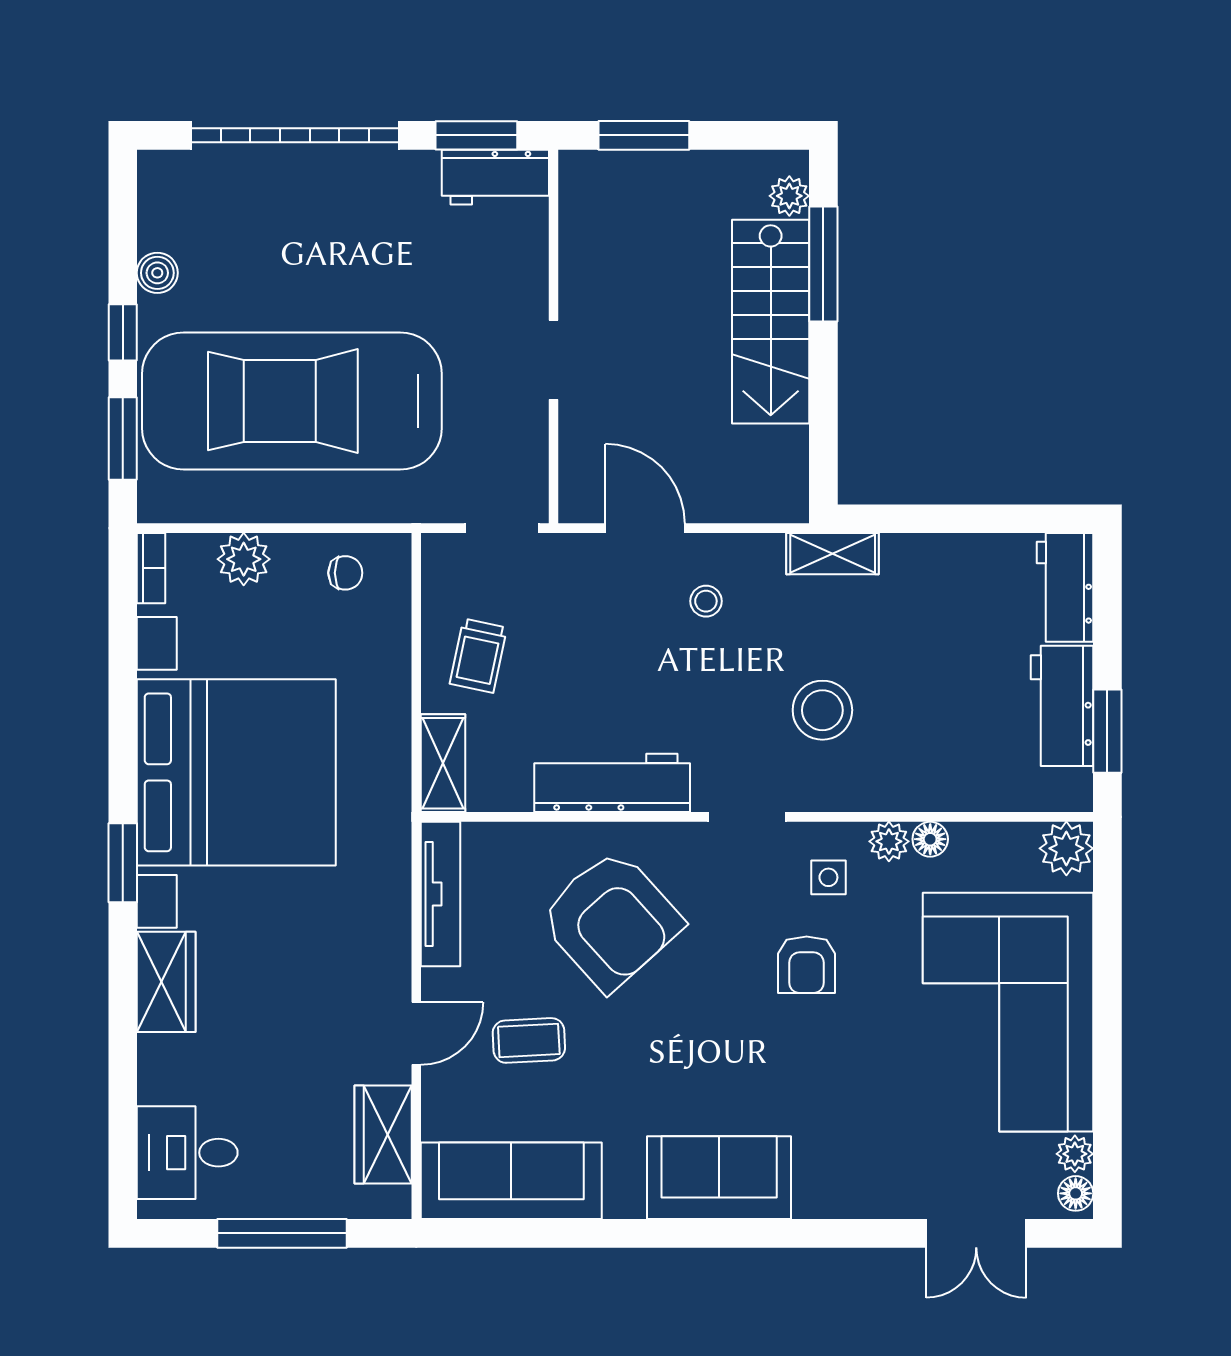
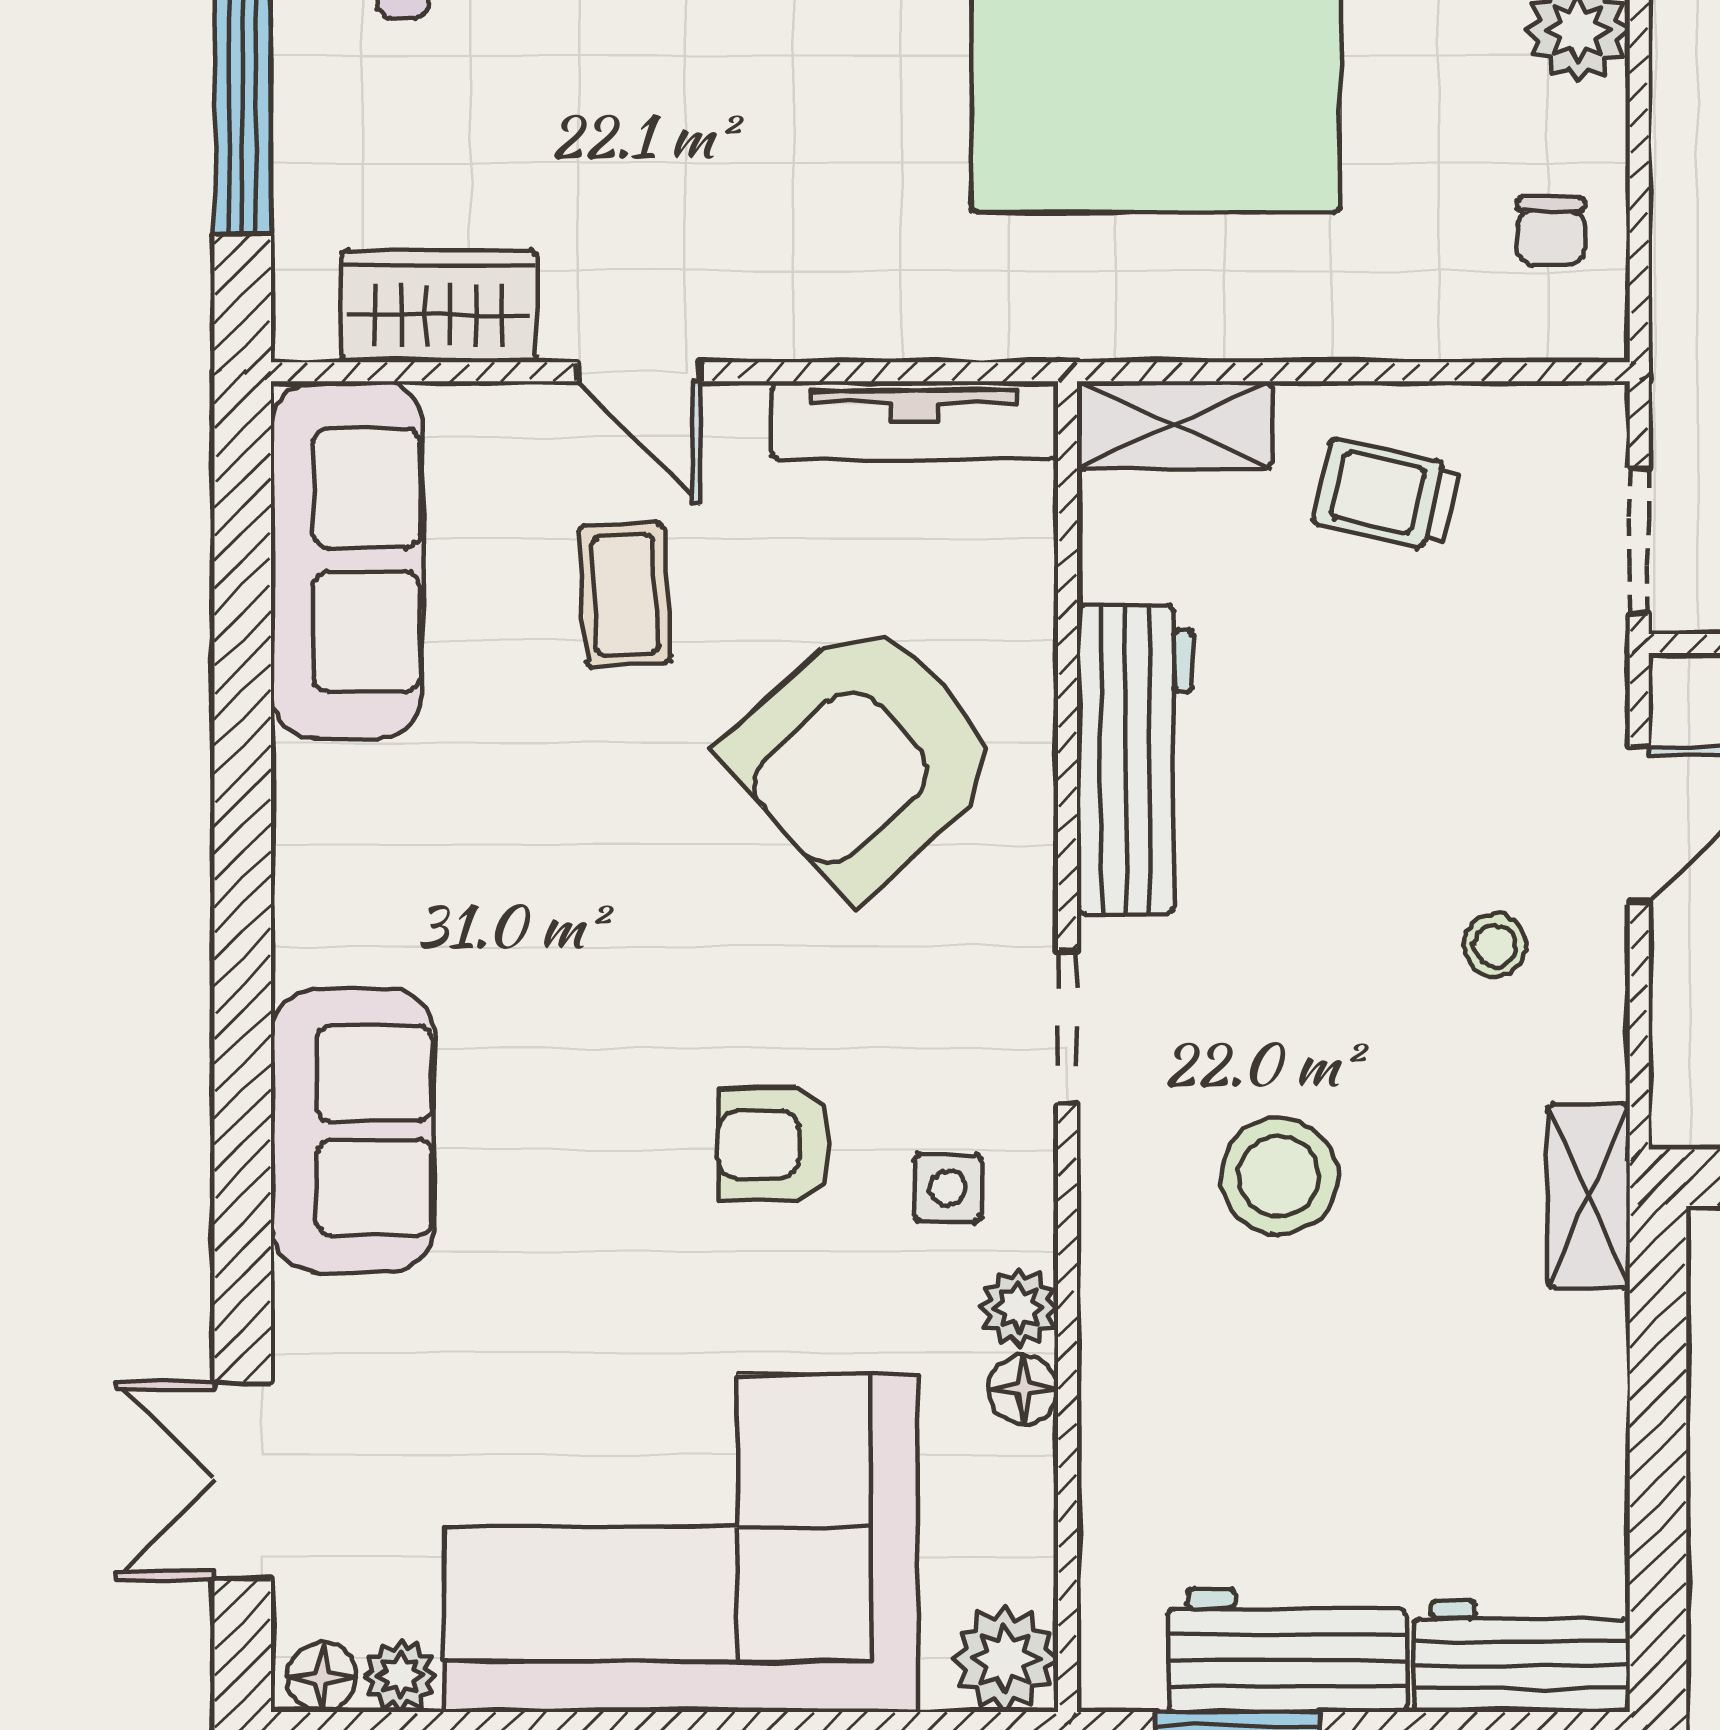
sofa: (719, 1178) -> (353, 1131), moved

